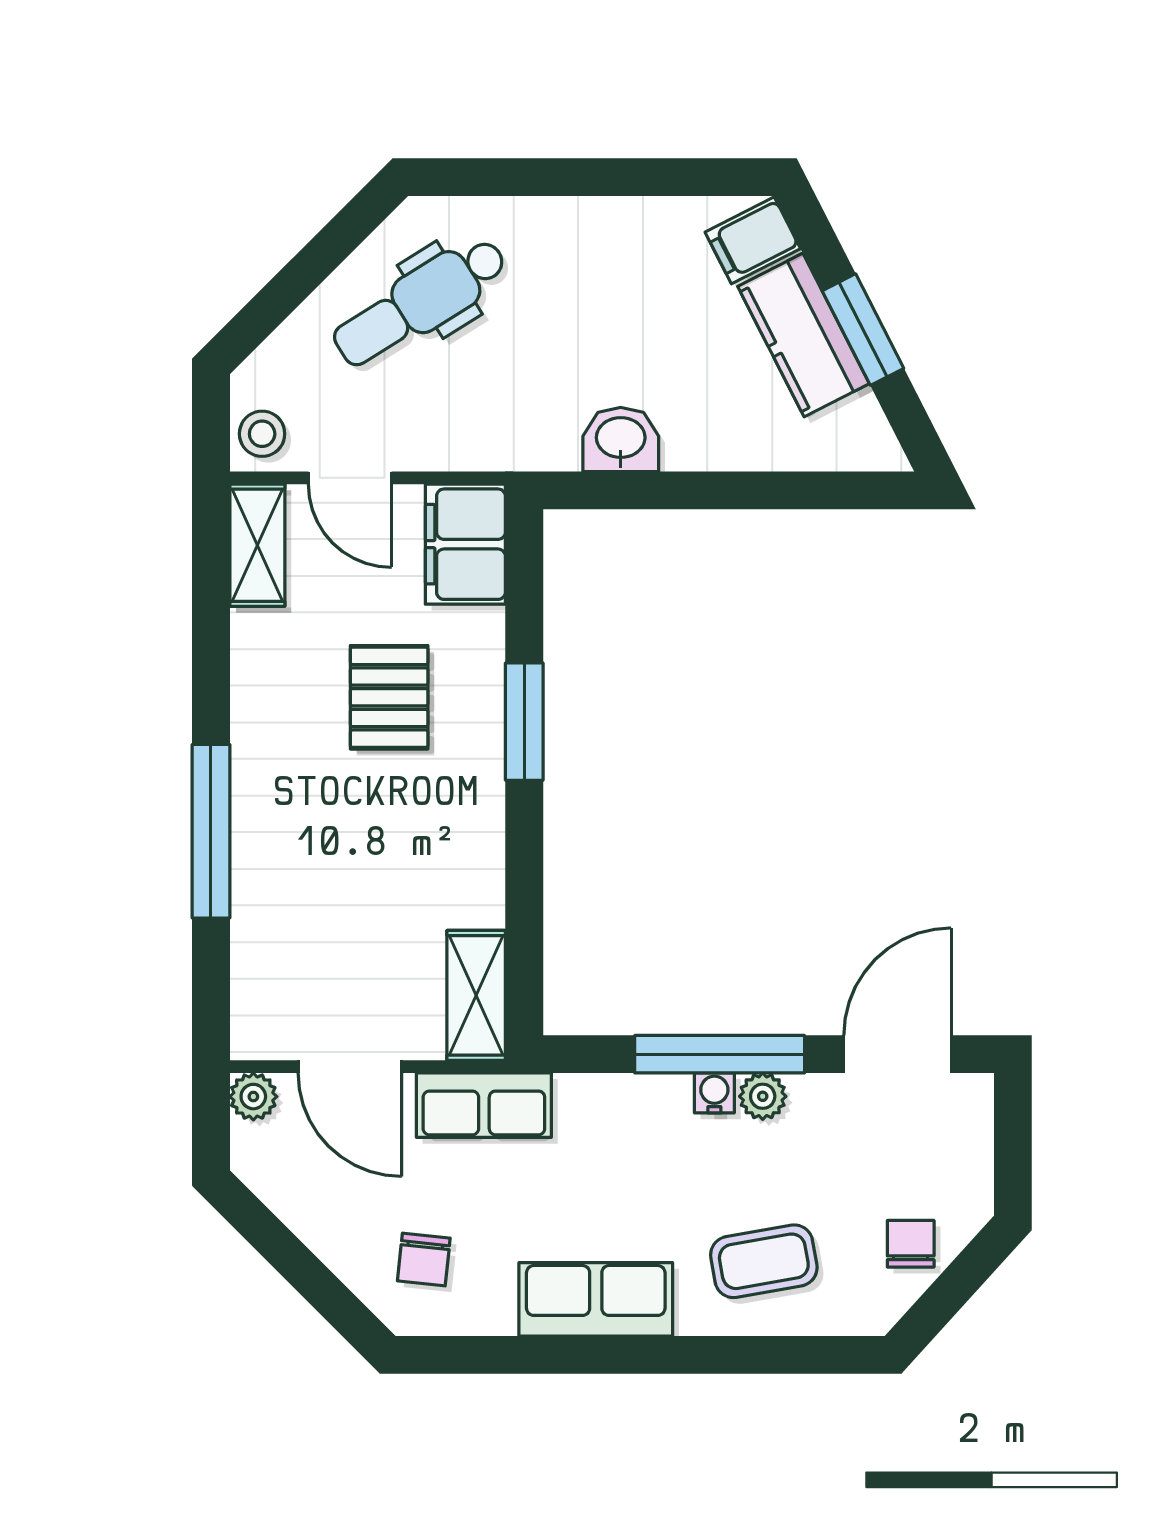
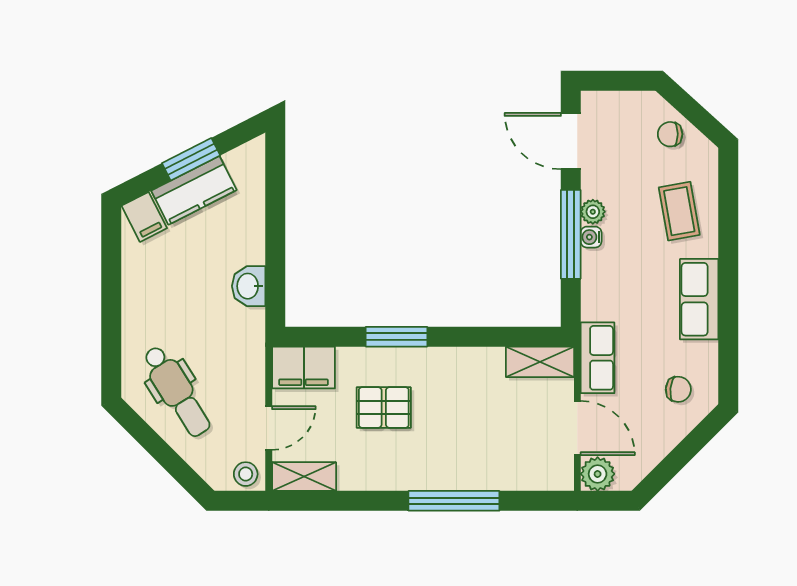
door: (350, 1067) -> (577, 428), hinge flipped
plant: (253, 1097) -> (598, 474), width x1.38, depth x1.38

